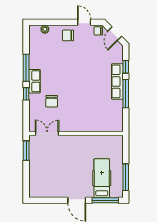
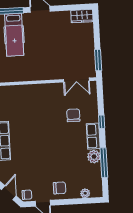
plant: (35, 62) -> (94, 157), added
window: (26, 68) -> (104, 163), moved
wardrobe: (39, 192) -> (82, 16), added

